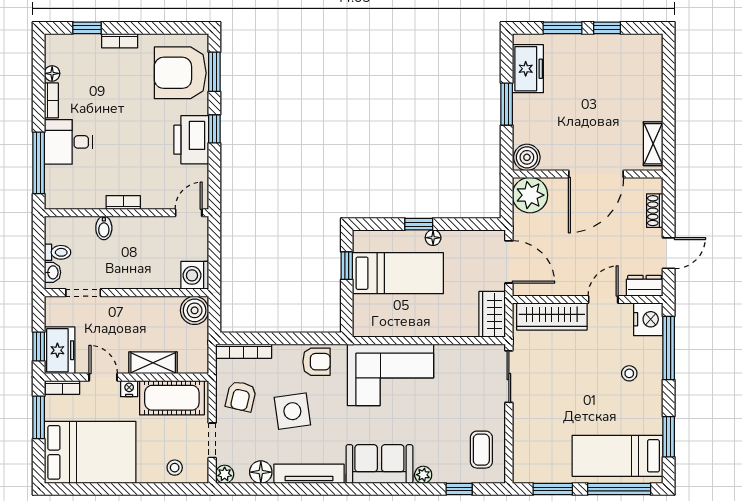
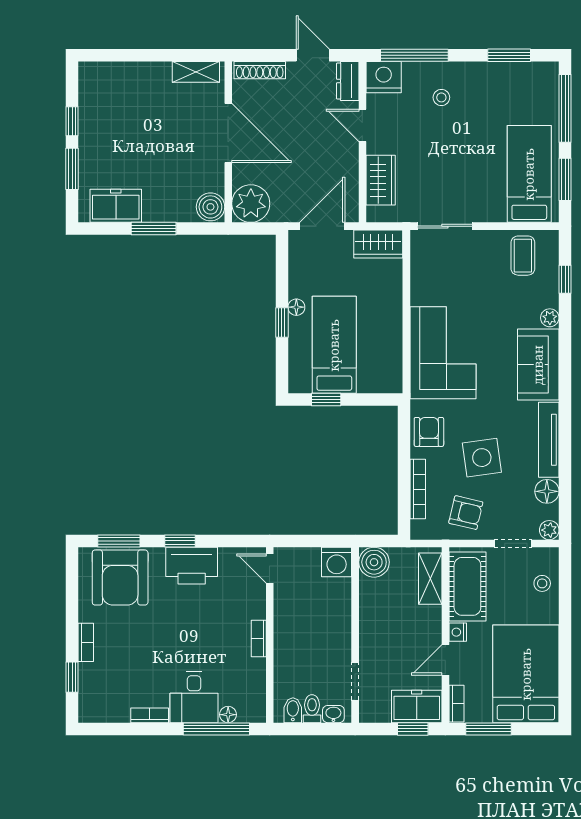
floor lamp: (52, 73) -> (228, 715), moved
shoe rack: (655, 211) -> (260, 70), width x1.43
bidet: (104, 228) -> (293, 710), moved, turned -90
wardrobe: (552, 317) -> (381, 180), width x0.67
bookcase: (244, 351) -> (418, 489), moved
shelving: (153, 363) -> (430, 579), moved
coffee table: (481, 450) -> (523, 256), turned 90
bed: (618, 456) -> (529, 174), moved, turned 180

